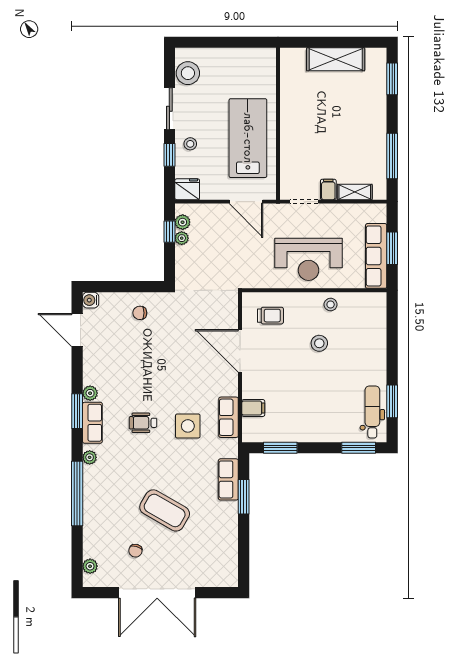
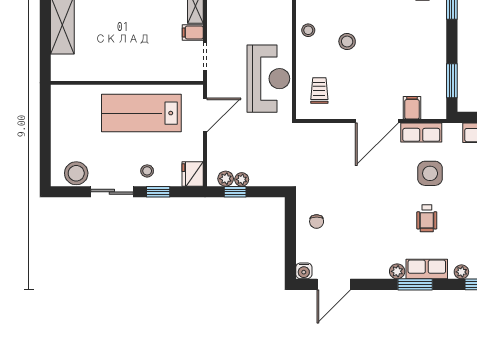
reception desk: (308, 259) -> (268, 79), moved
door: (240, 351) -> (377, 121), moved

